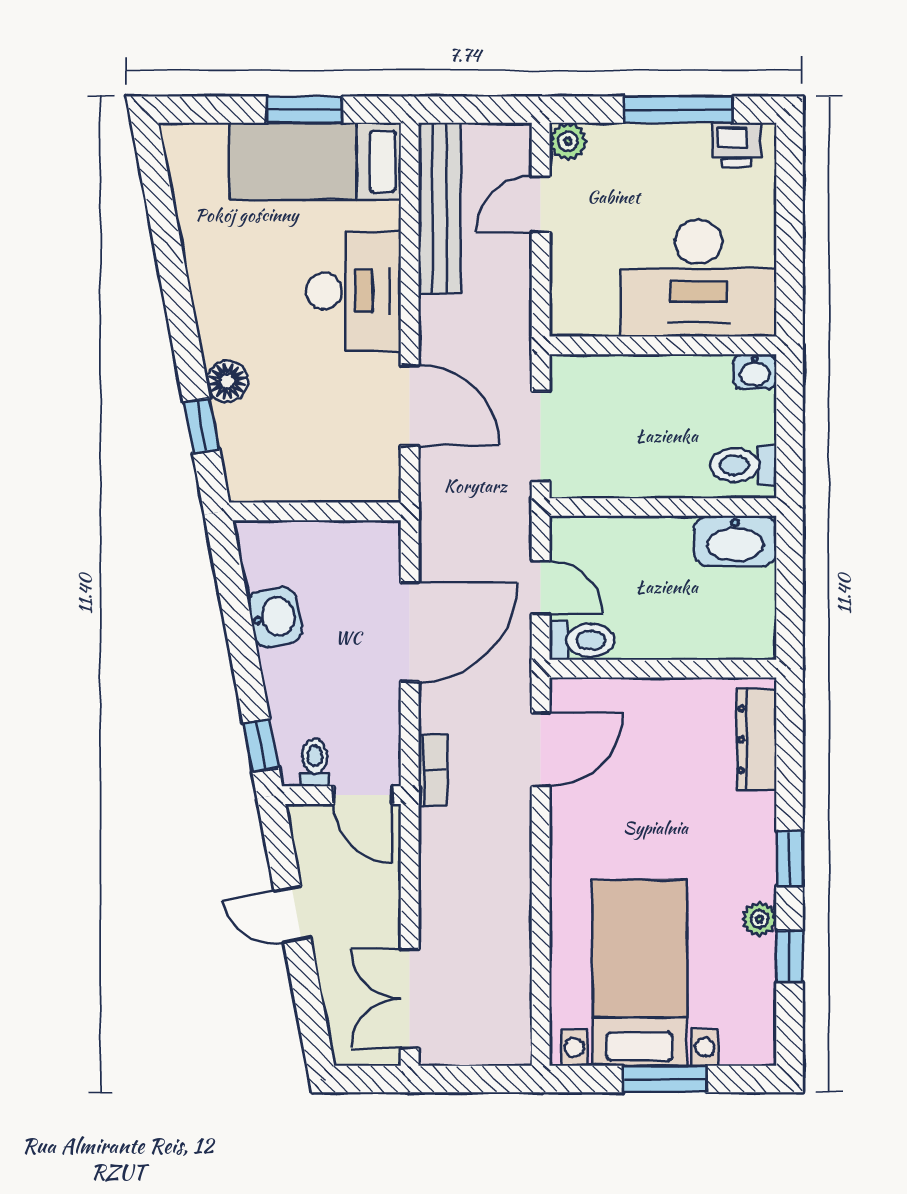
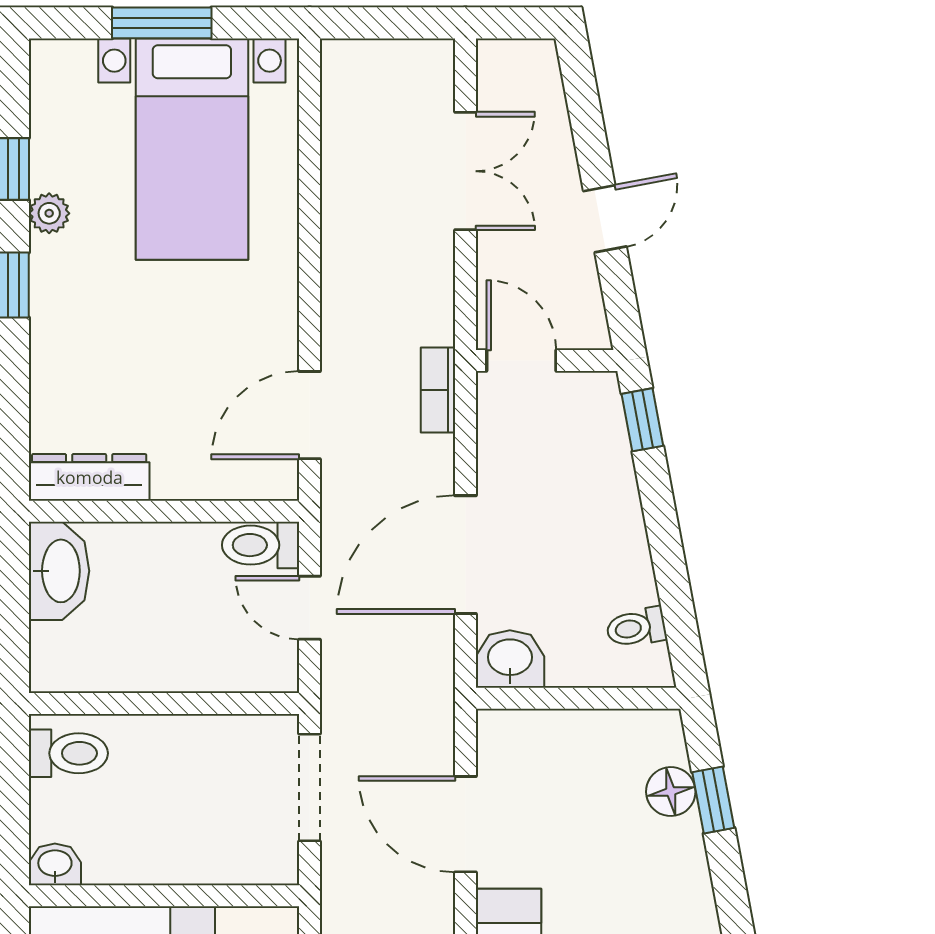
floor lamp: (227, 381) -> (671, 792), moved
washbasin: (735, 541) -> (59, 571), moved, turned 90
washbasin: (275, 617) -> (510, 659), moved, turned 101
dresser: (757, 739) -> (89, 477), moved, turned -90
toilet: (315, 762) -> (636, 628), moved, turned 79
door: (292, 914) -> (605, 219), hinge flipped
double door: (410, 999) -> (465, 171), moved

